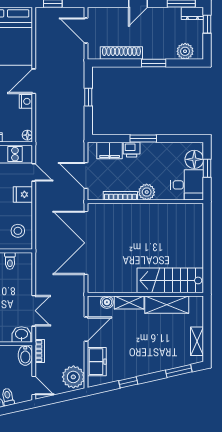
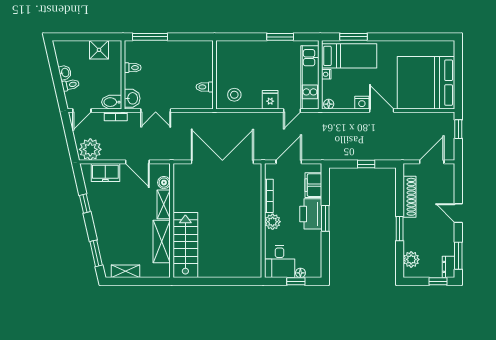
printer: (132, 150) -> (311, 214), width x1.87, depth x1.48
floor lamp: (194, 159) -> (300, 273), width x0.53, depth x0.53

